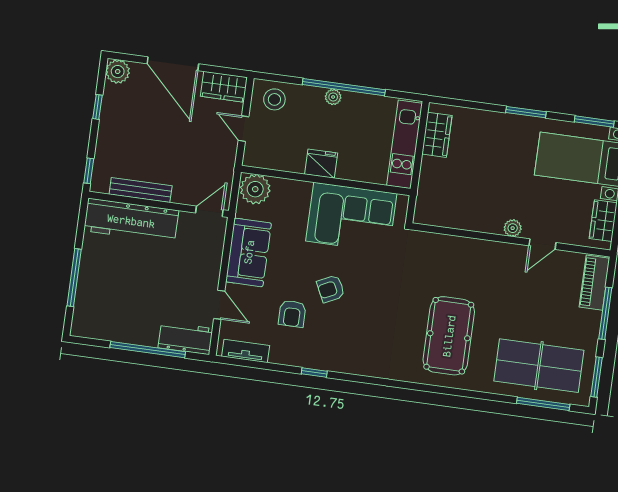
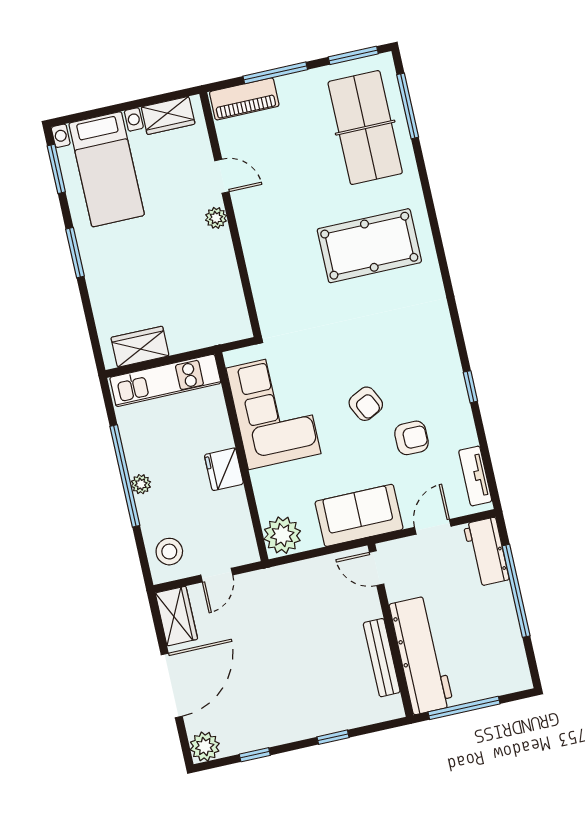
bench: (141, 190) -> (382, 658), moved
wall: (159, 204) -> (391, 630), moved
door: (209, 211) -> (377, 568), moved
workbench: (131, 221) -> (421, 655), moved

